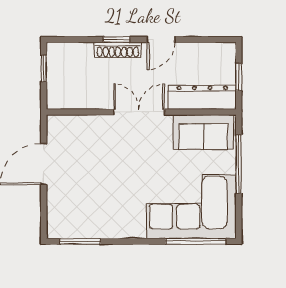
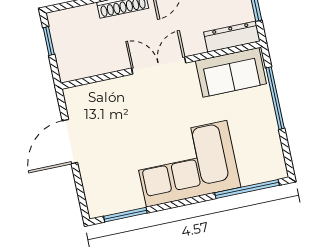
dresser: (202, 97) -> (232, 37), width x0.73, depth x0.80
corner sofa: (191, 207) -> (187, 164), moved

